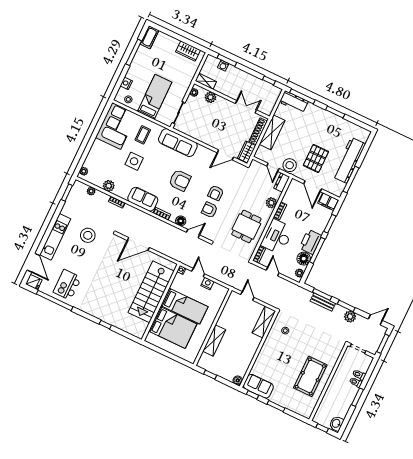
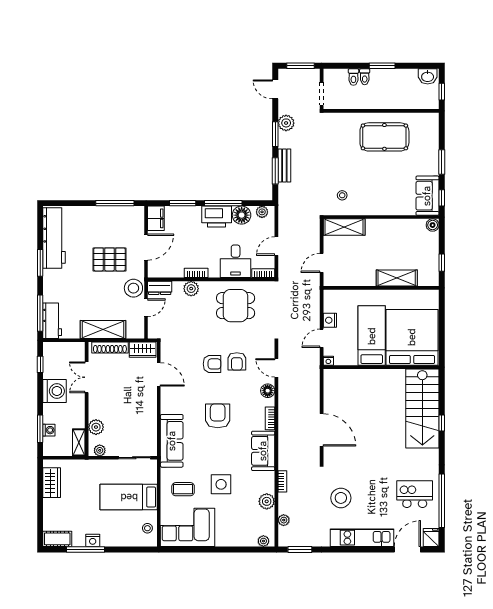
washing machine: (247, 81) -> (55, 391), added
nightstand: (126, 83) -> (93, 540), moved
workbench: (349, 160) -> (54, 238), moved, turned -90
desk: (277, 237) -> (236, 261), width x0.73
kitchen island: (67, 285) -> (415, 494), turned 180
stairs: (151, 292) -> (422, 409), moved, turned 90
bed: (173, 327) -> (412, 337), width x1.36

